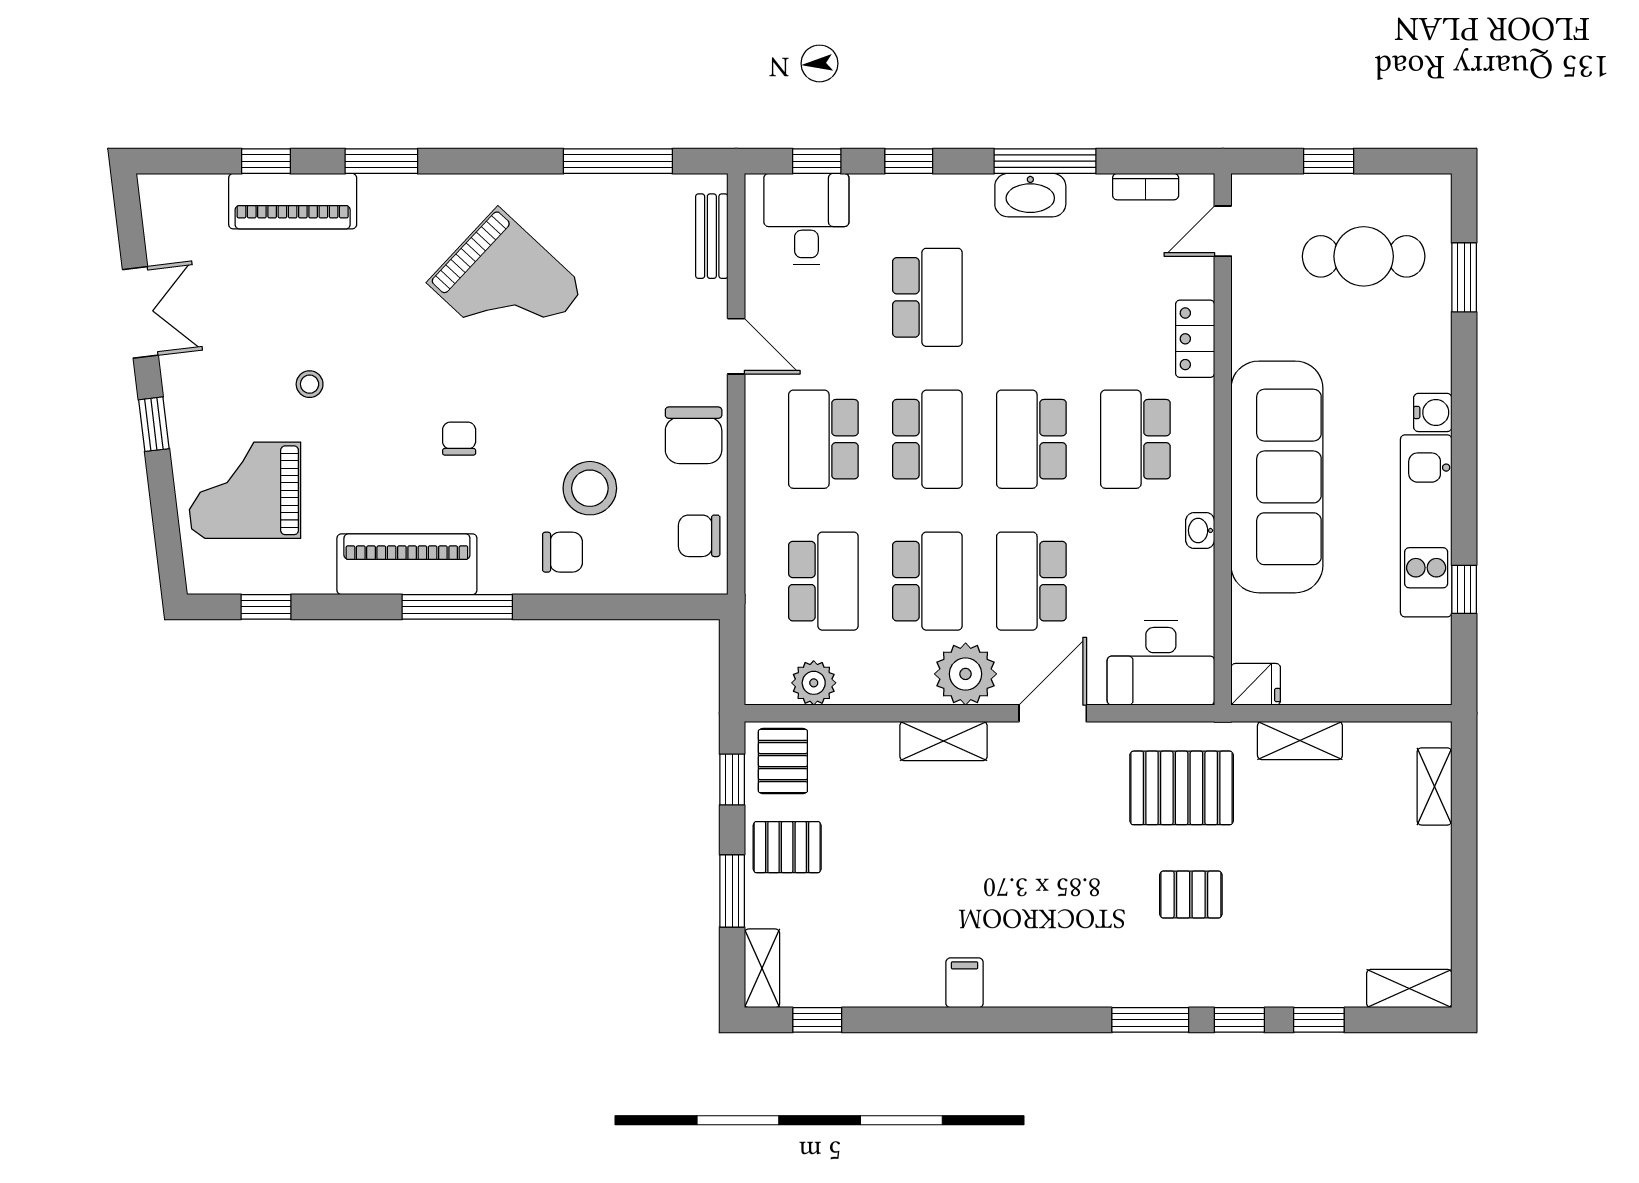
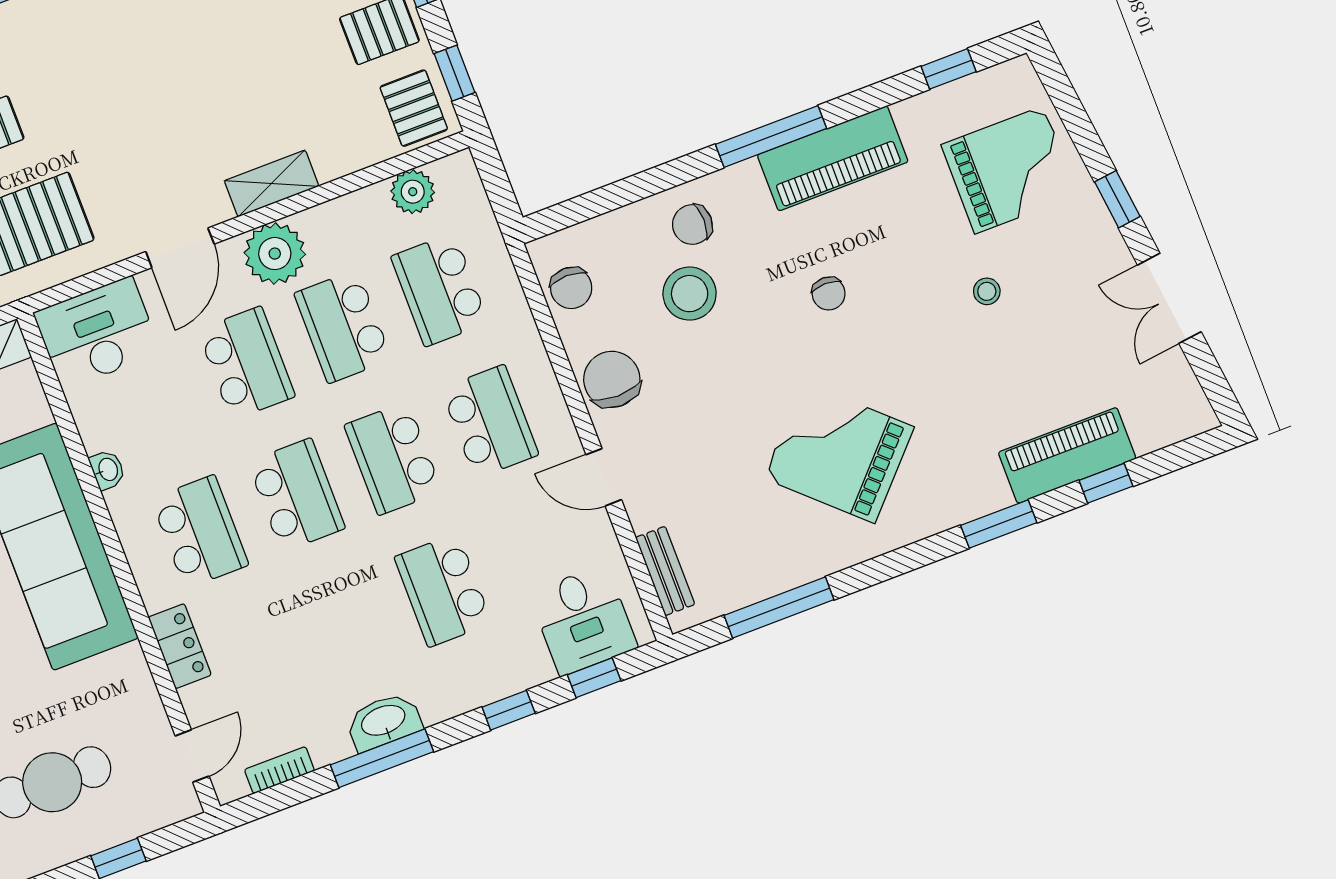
chair: (699, 536) -> (571, 288), turned 90

